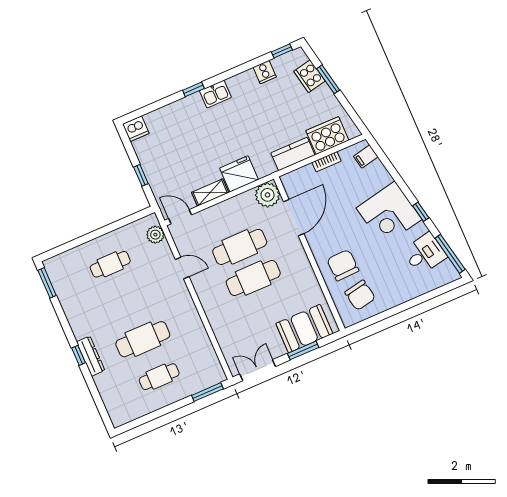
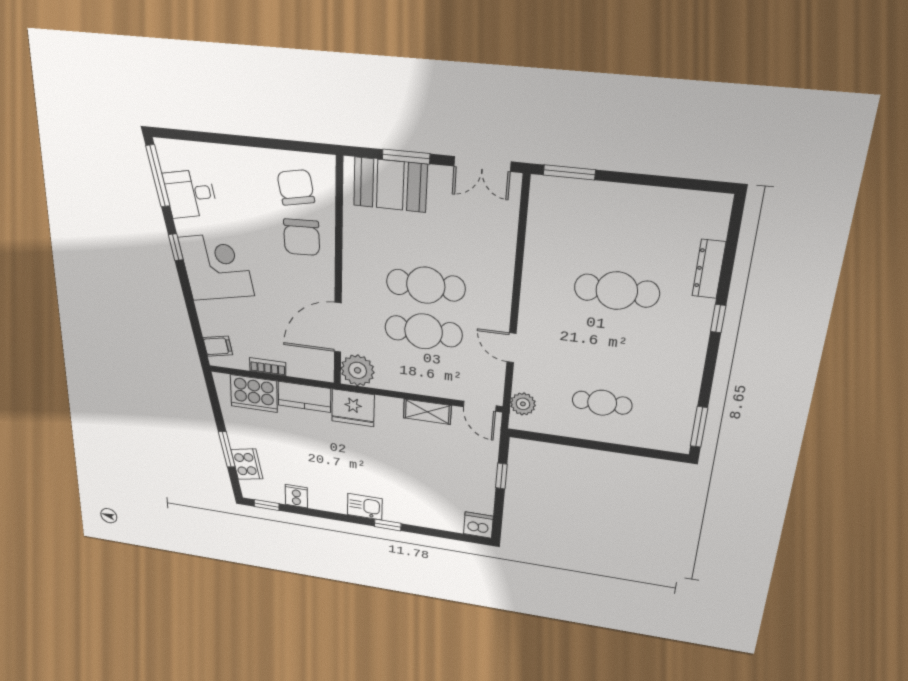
fridge: (239, 174) -> (353, 408), moved
dresser: (91, 356) -> (709, 269), moved
cafe table: (159, 377) -> (625, 230), removed

